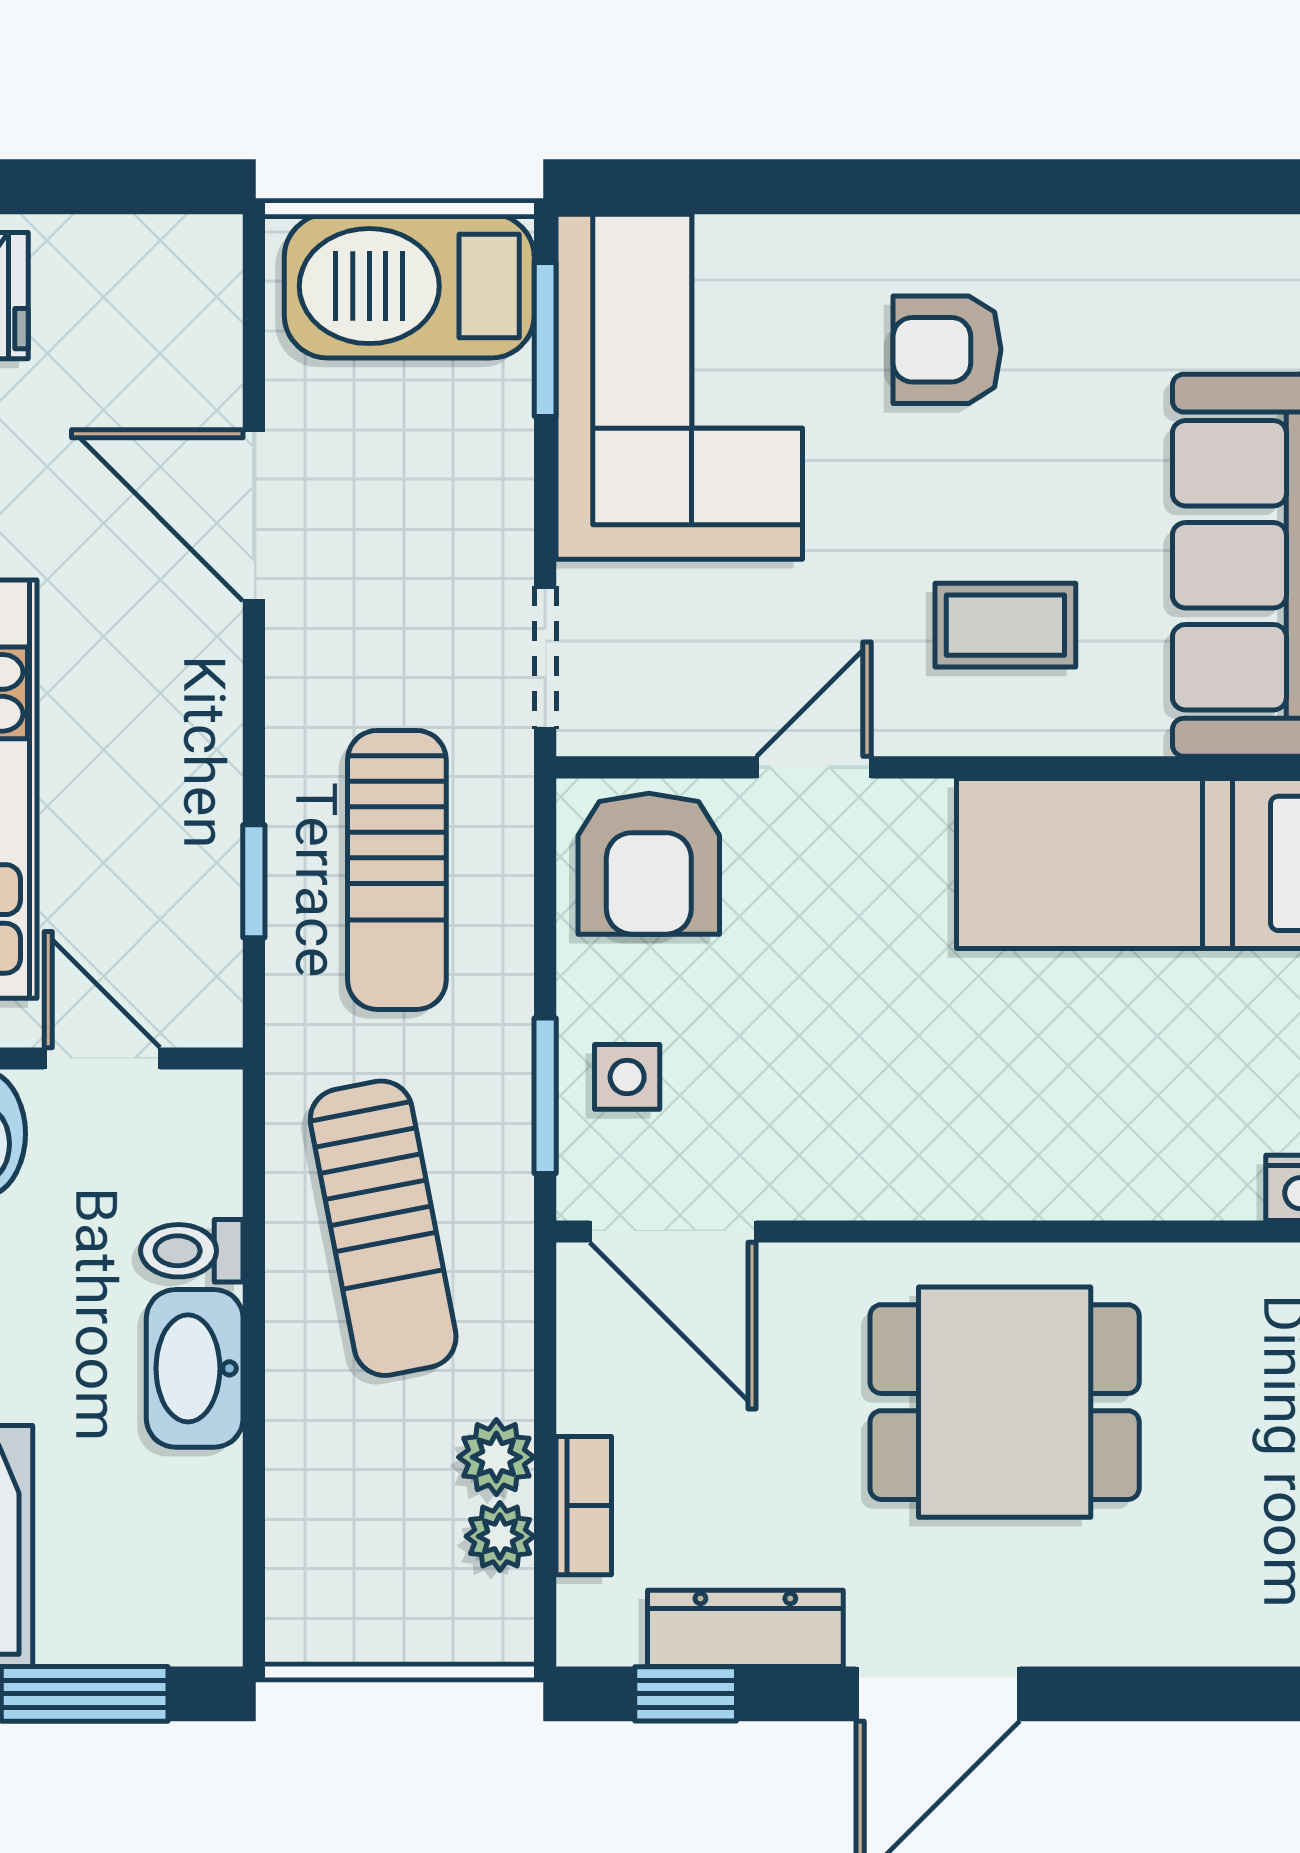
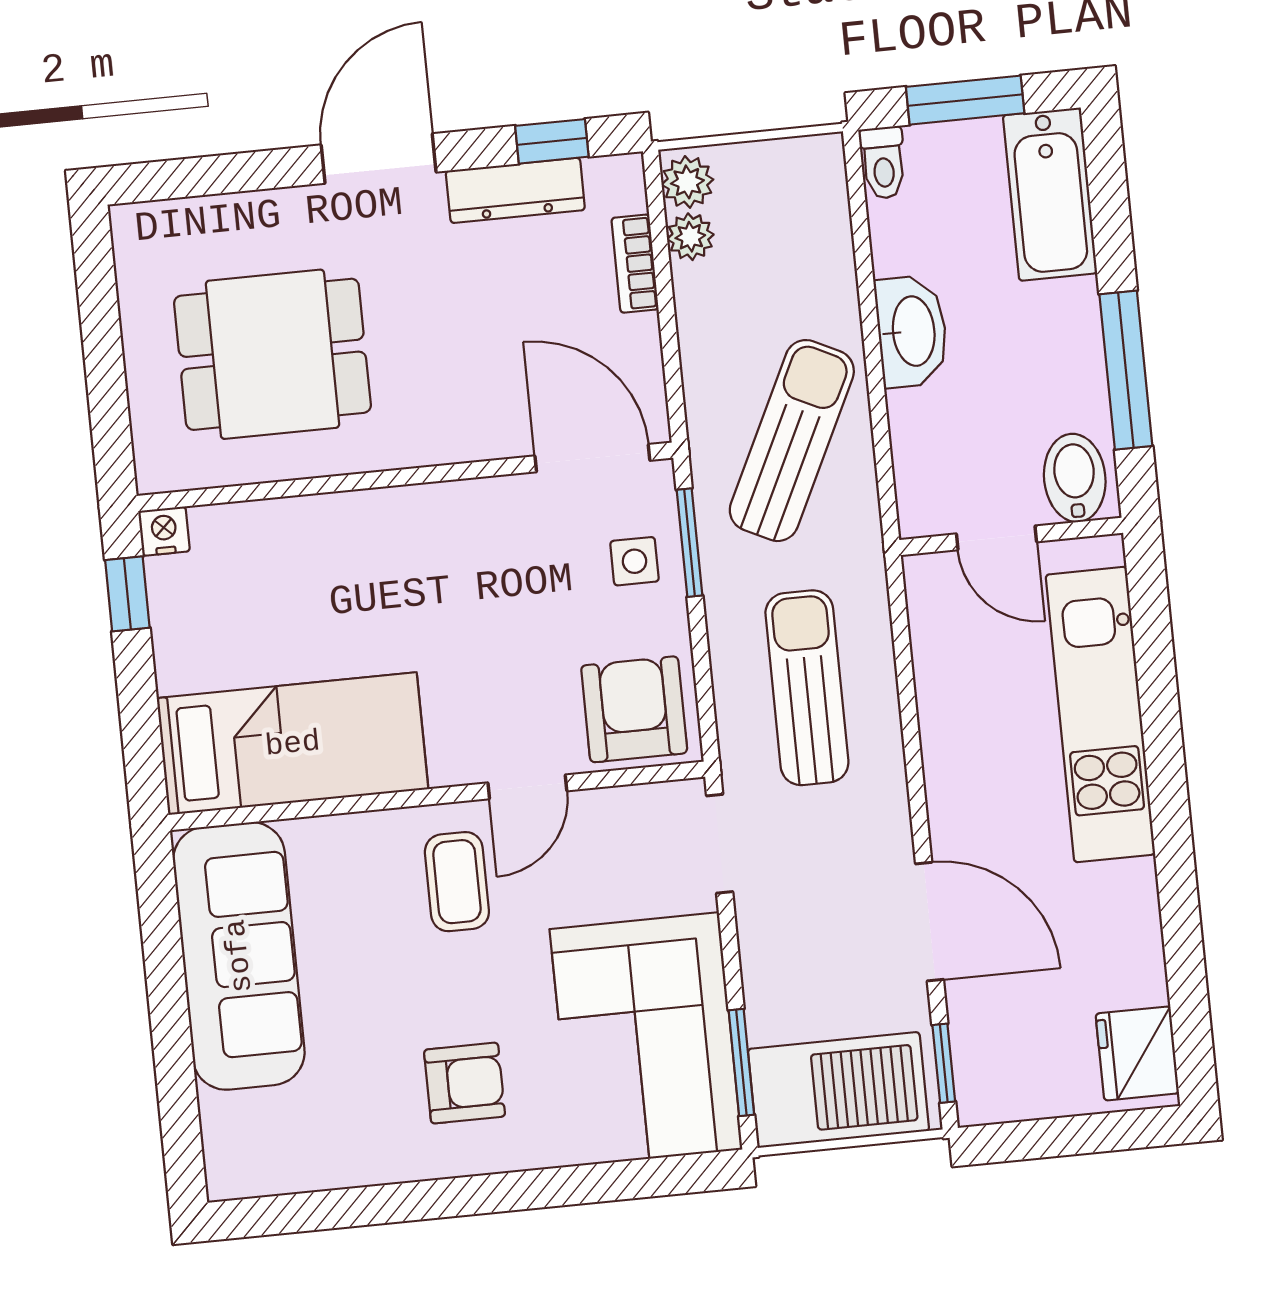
coffee table: (1005, 625) -> (457, 882), moved, turned 90
window: (254, 881) -> (944, 1063), moved
sun lounger: (383, 1228) -> (792, 441), turned 37
toilet: (192, 1251) -> (883, 163), moved, turned 90
dining table: (1005, 1402) -> (272, 354), moved
plant: (496, 1457) -> (687, 182), moved

